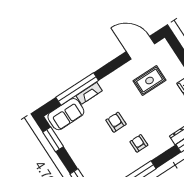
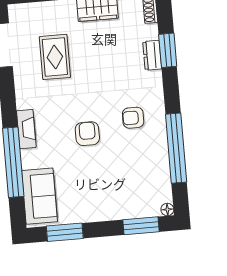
fireplace: (89, 93) -> (26, 129), moved
armchair: (116, 122) -> (87, 134), turned 90

